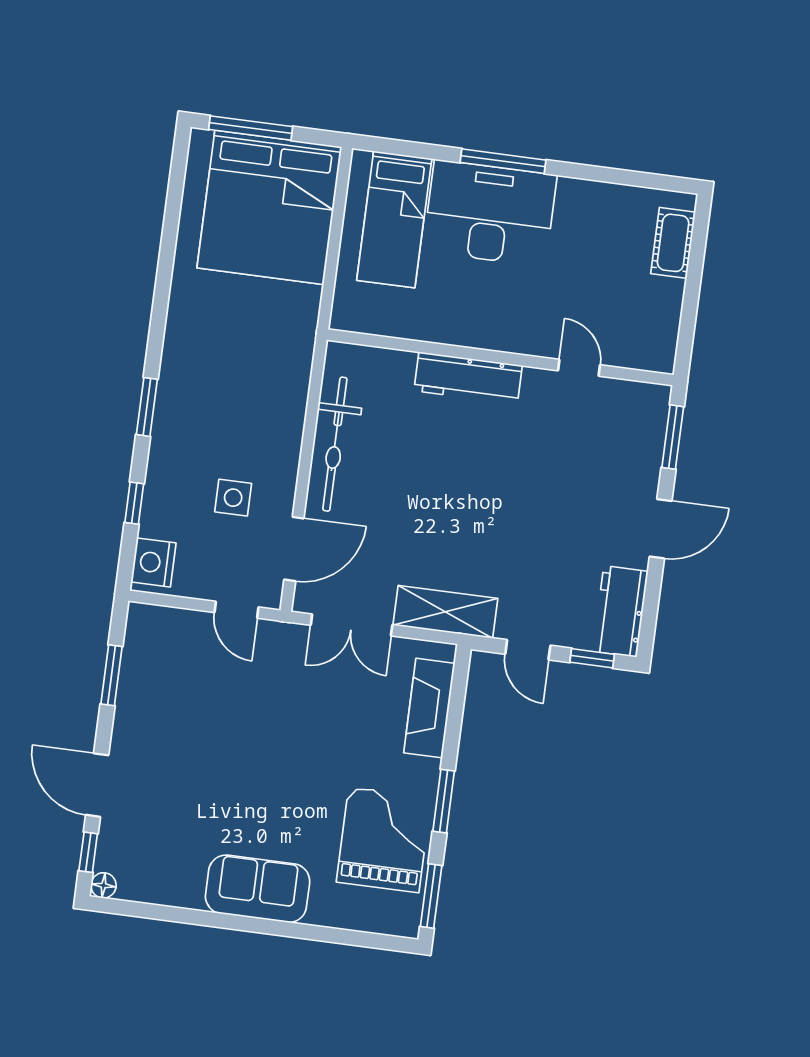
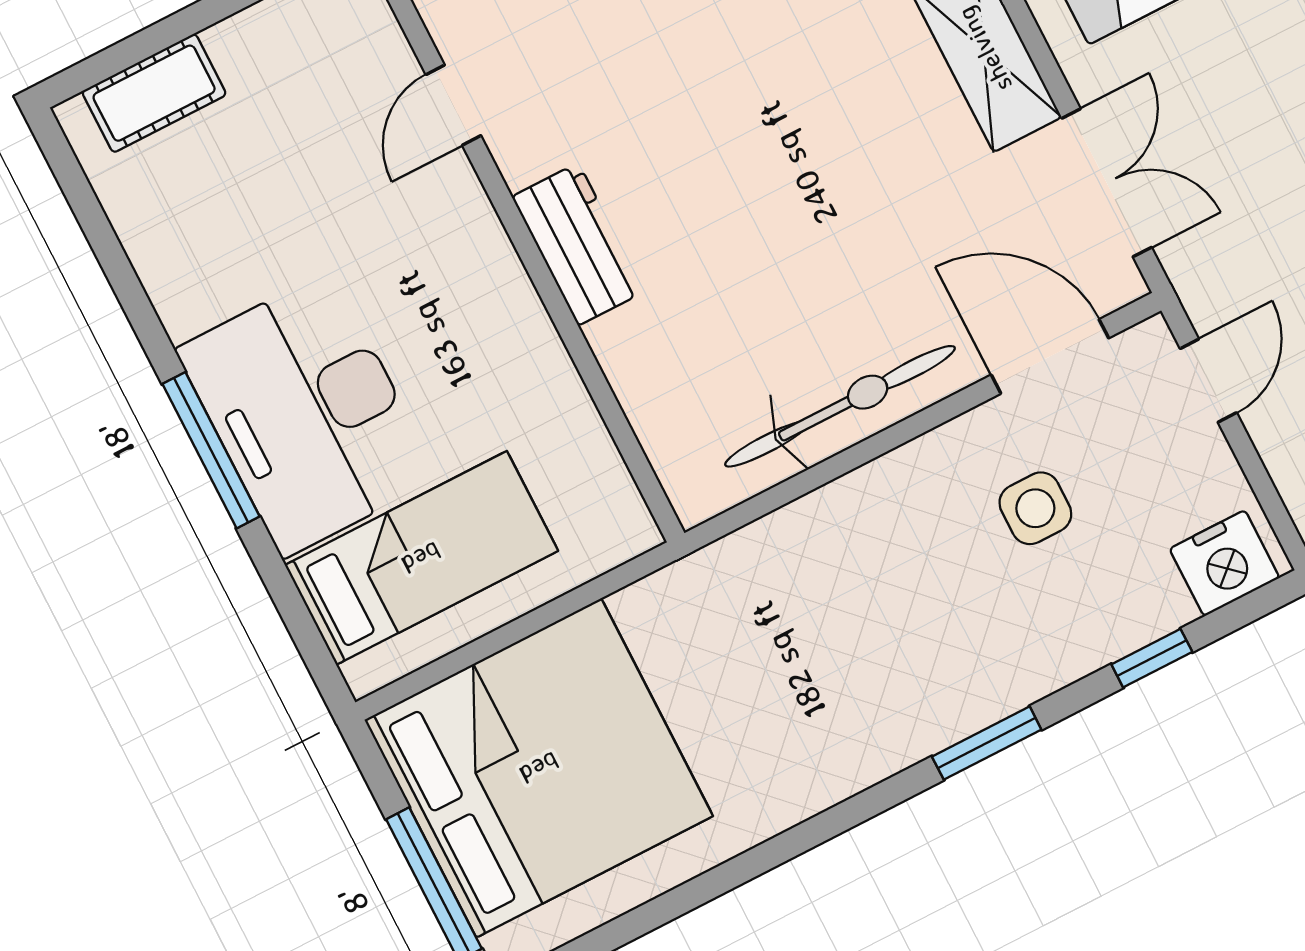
workbench: (468, 378) -> (578, 244), width x0.73

